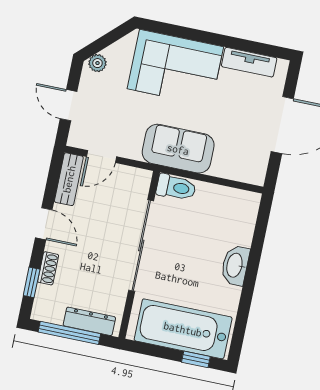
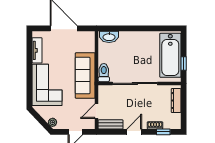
sofa: (178, 149) -> (85, 76), width x1.36
door: (101, 157) -> (97, 111), swing flipped
washbasin: (235, 265) -> (109, 37), moved
window: (69, 333) -> (184, 109), removed
window: (196, 359) -> (184, 64), moved

